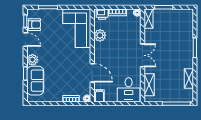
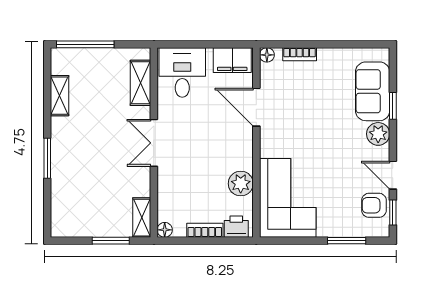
filing cabinet: (99, 96) -> (232, 60), width x2.00

